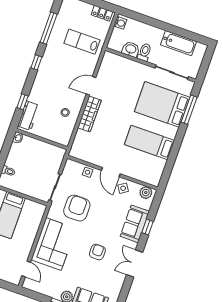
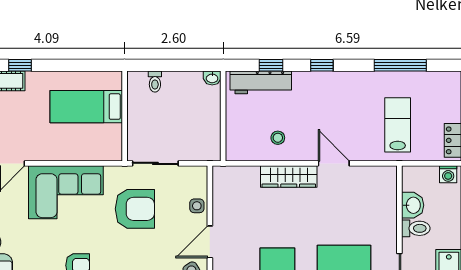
window: (36, 62) -> (322, 65), moved
workbench: (29, 116) -> (261, 82), width x1.38

